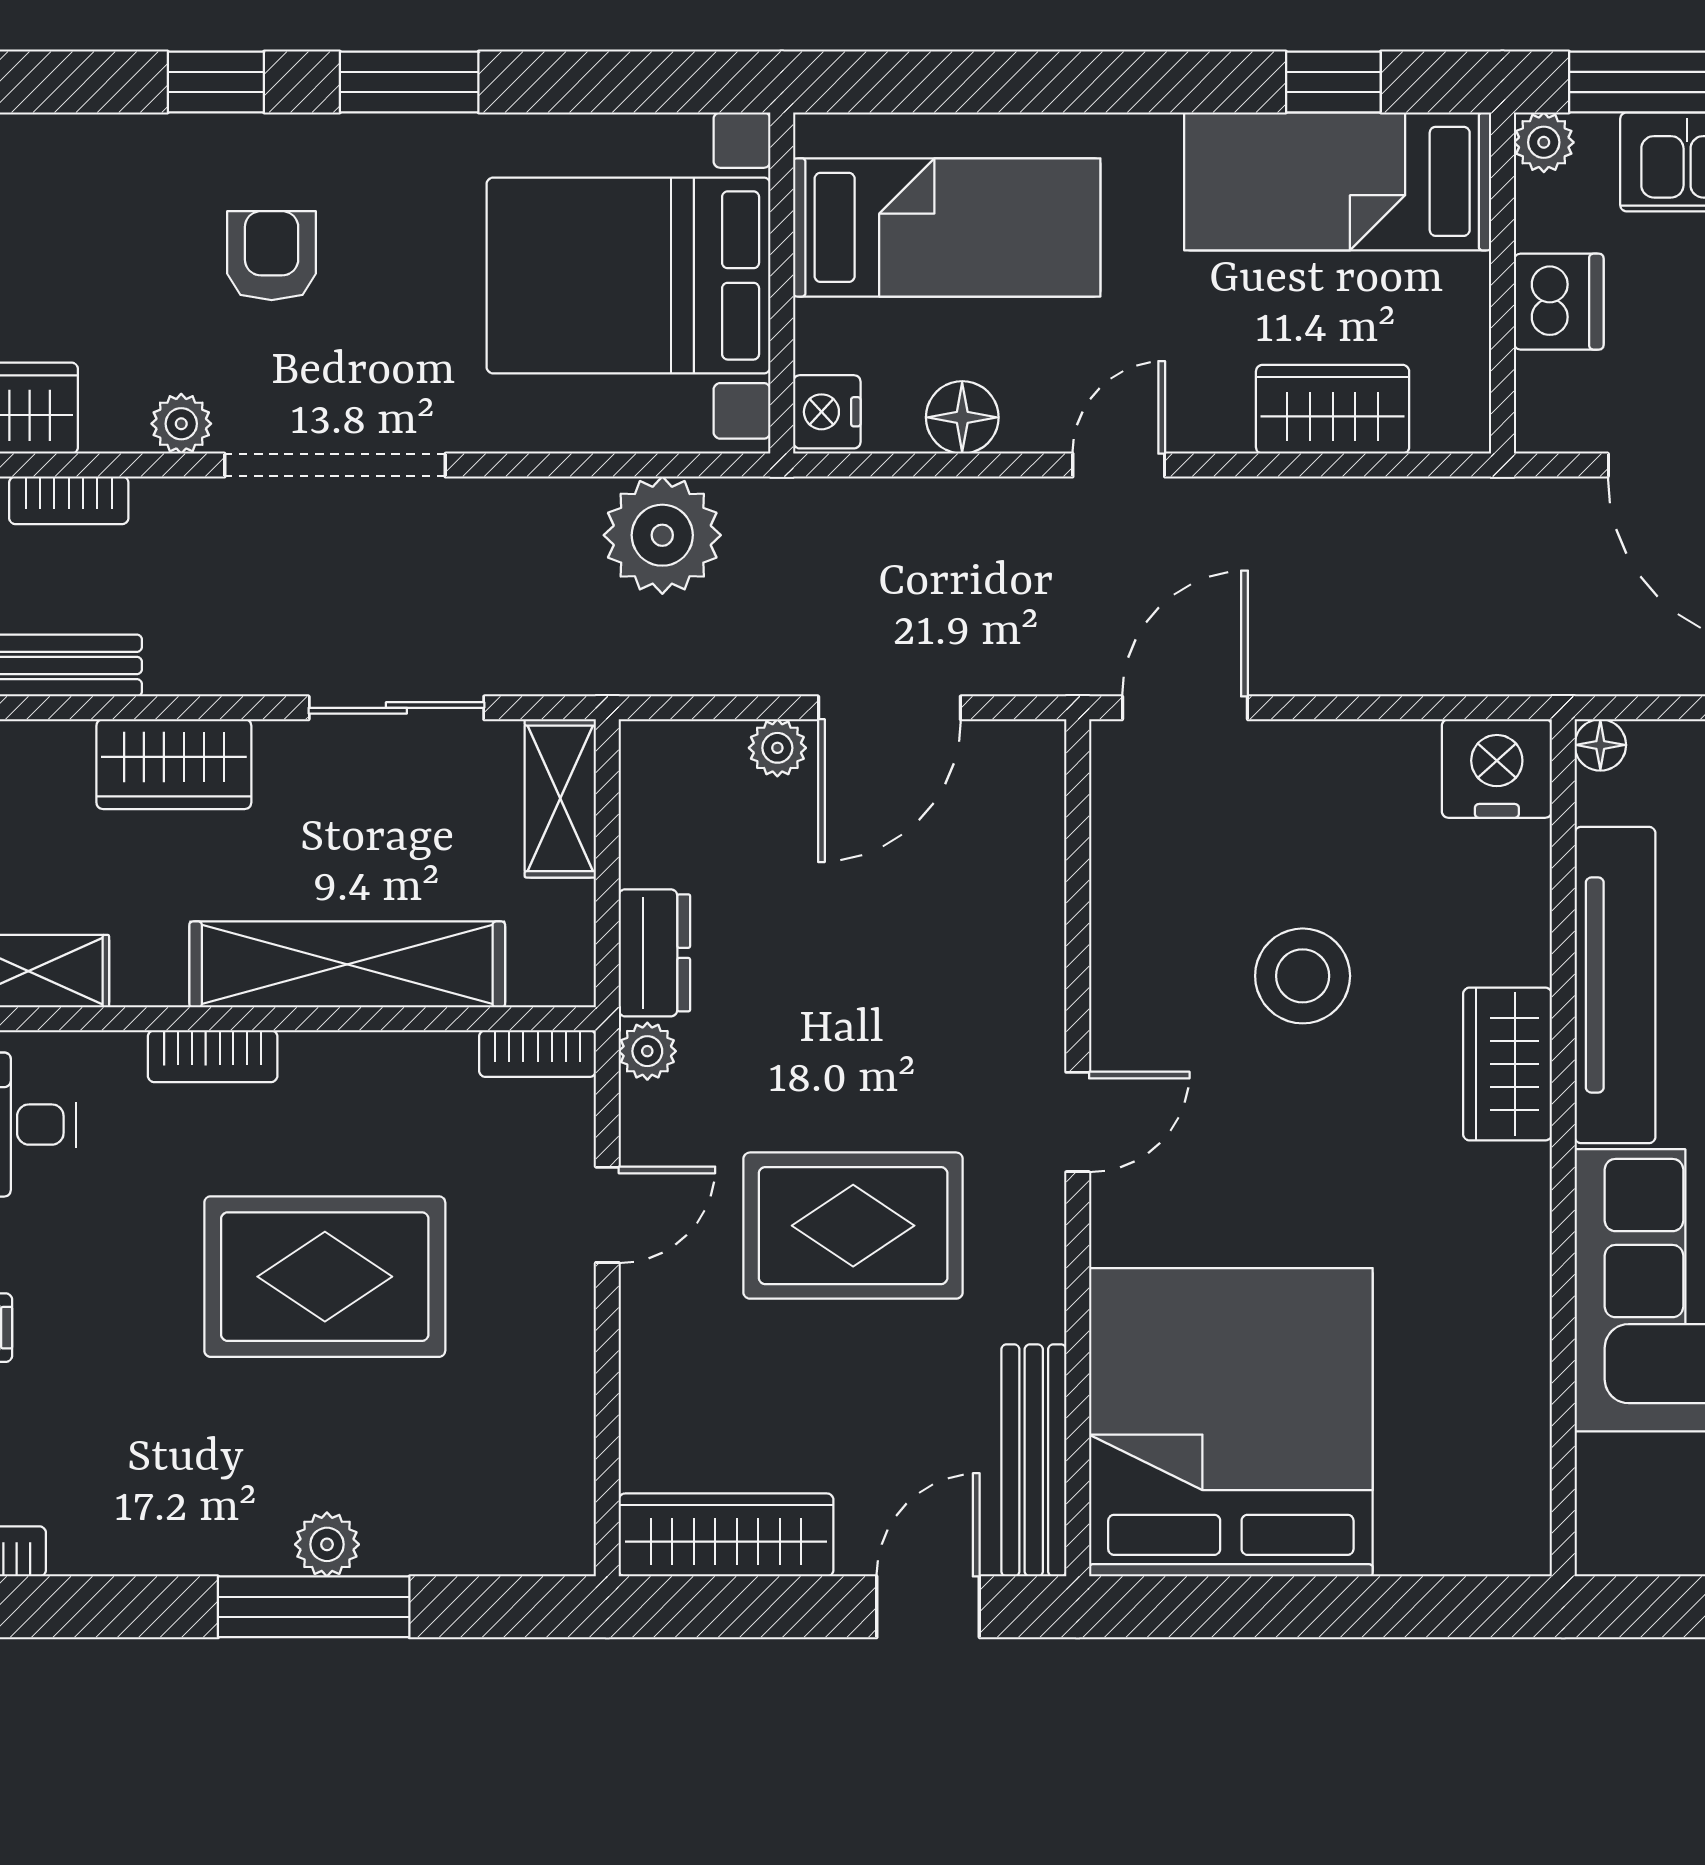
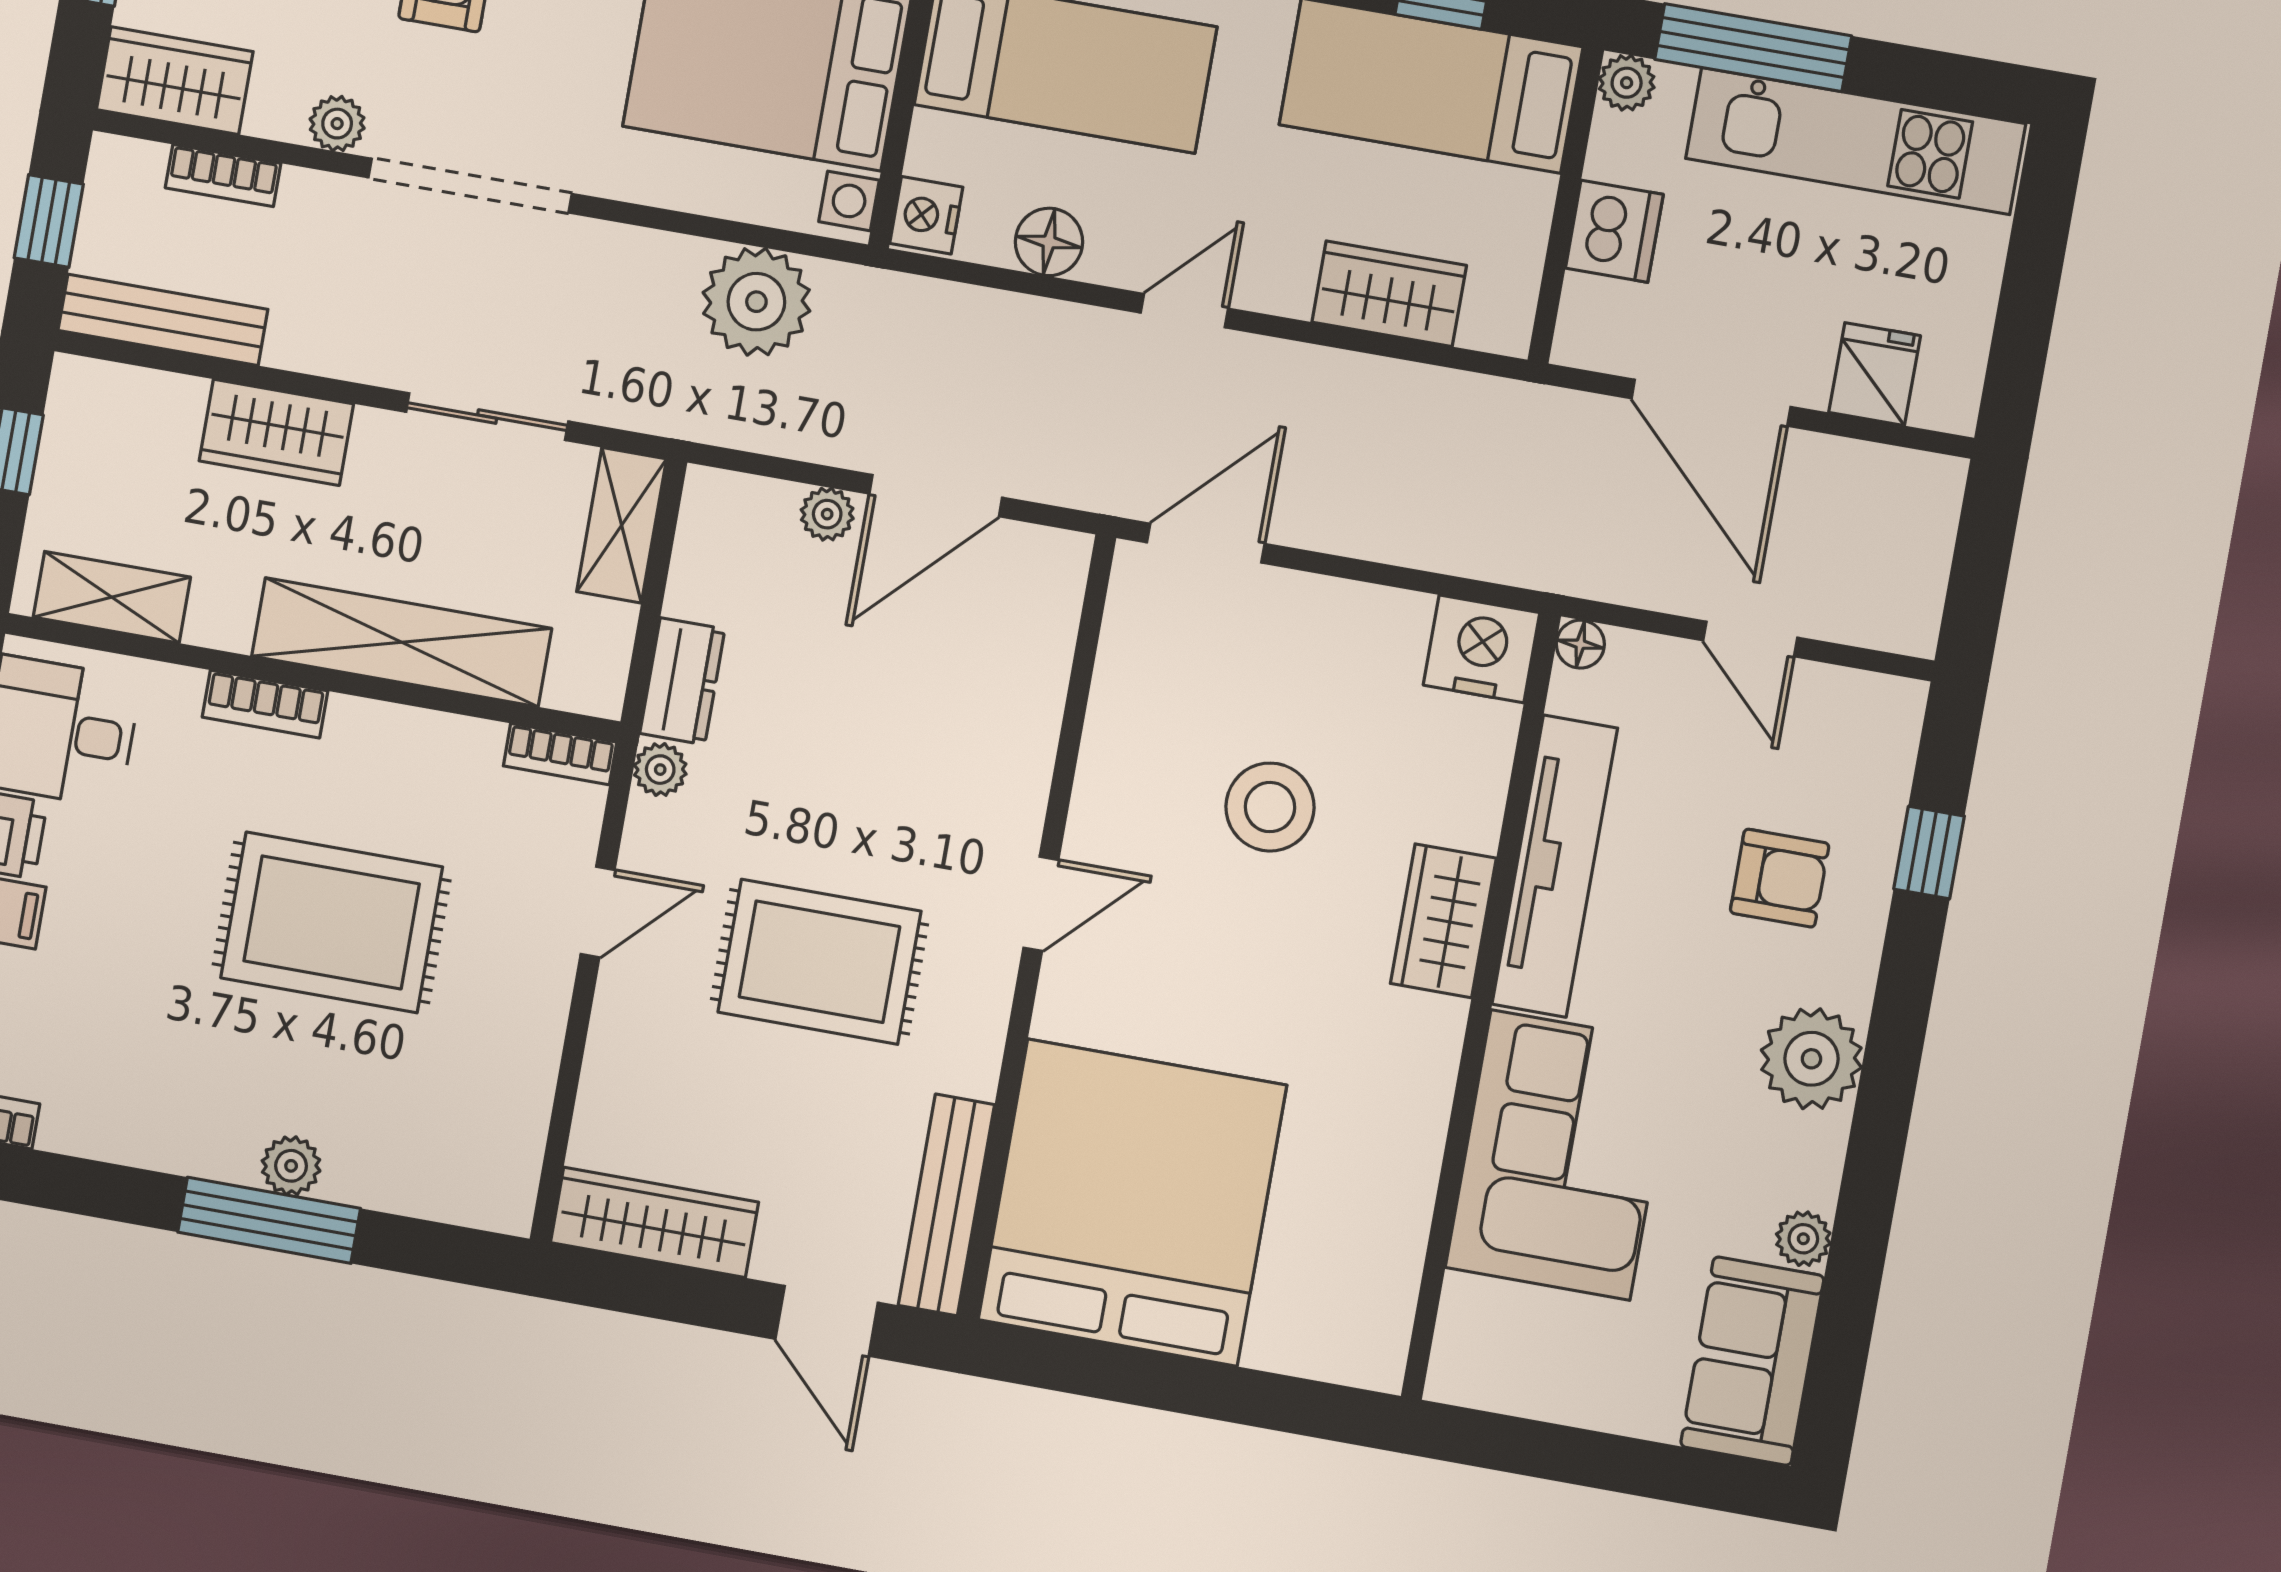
door: (928, 1607) -> (827, 1321), swing flipped

